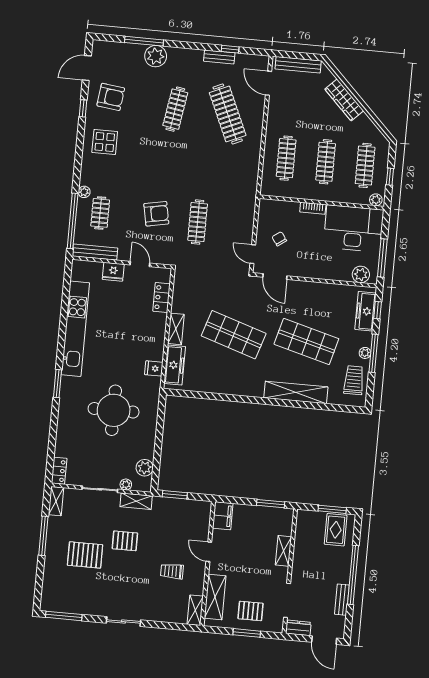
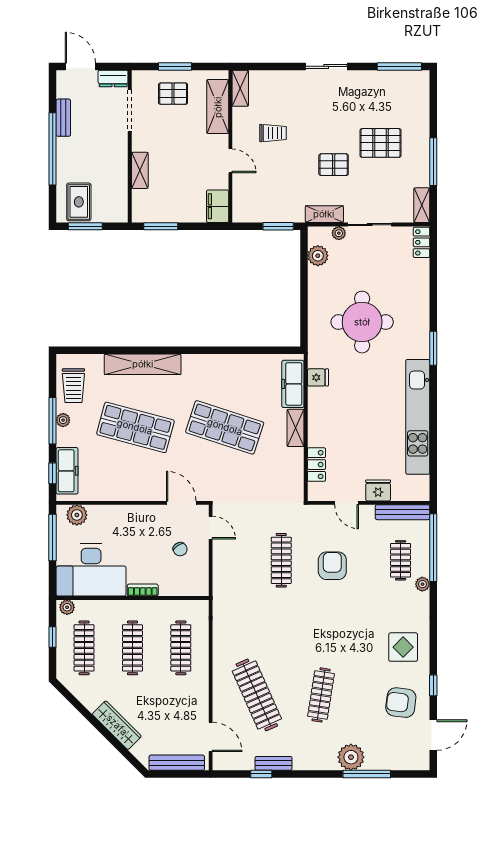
armchair: (156, 214) -> (332, 566), turned 101

